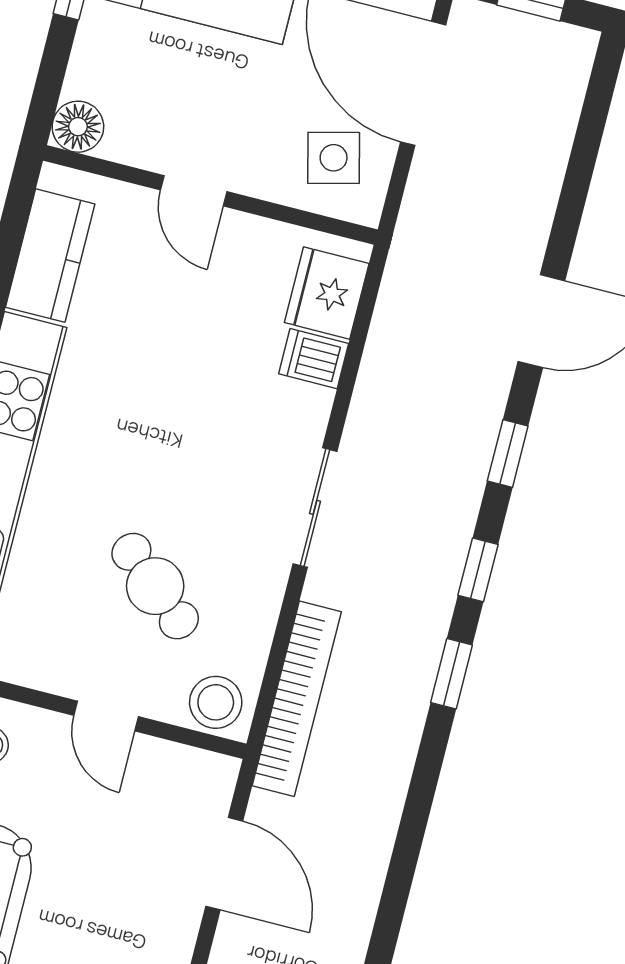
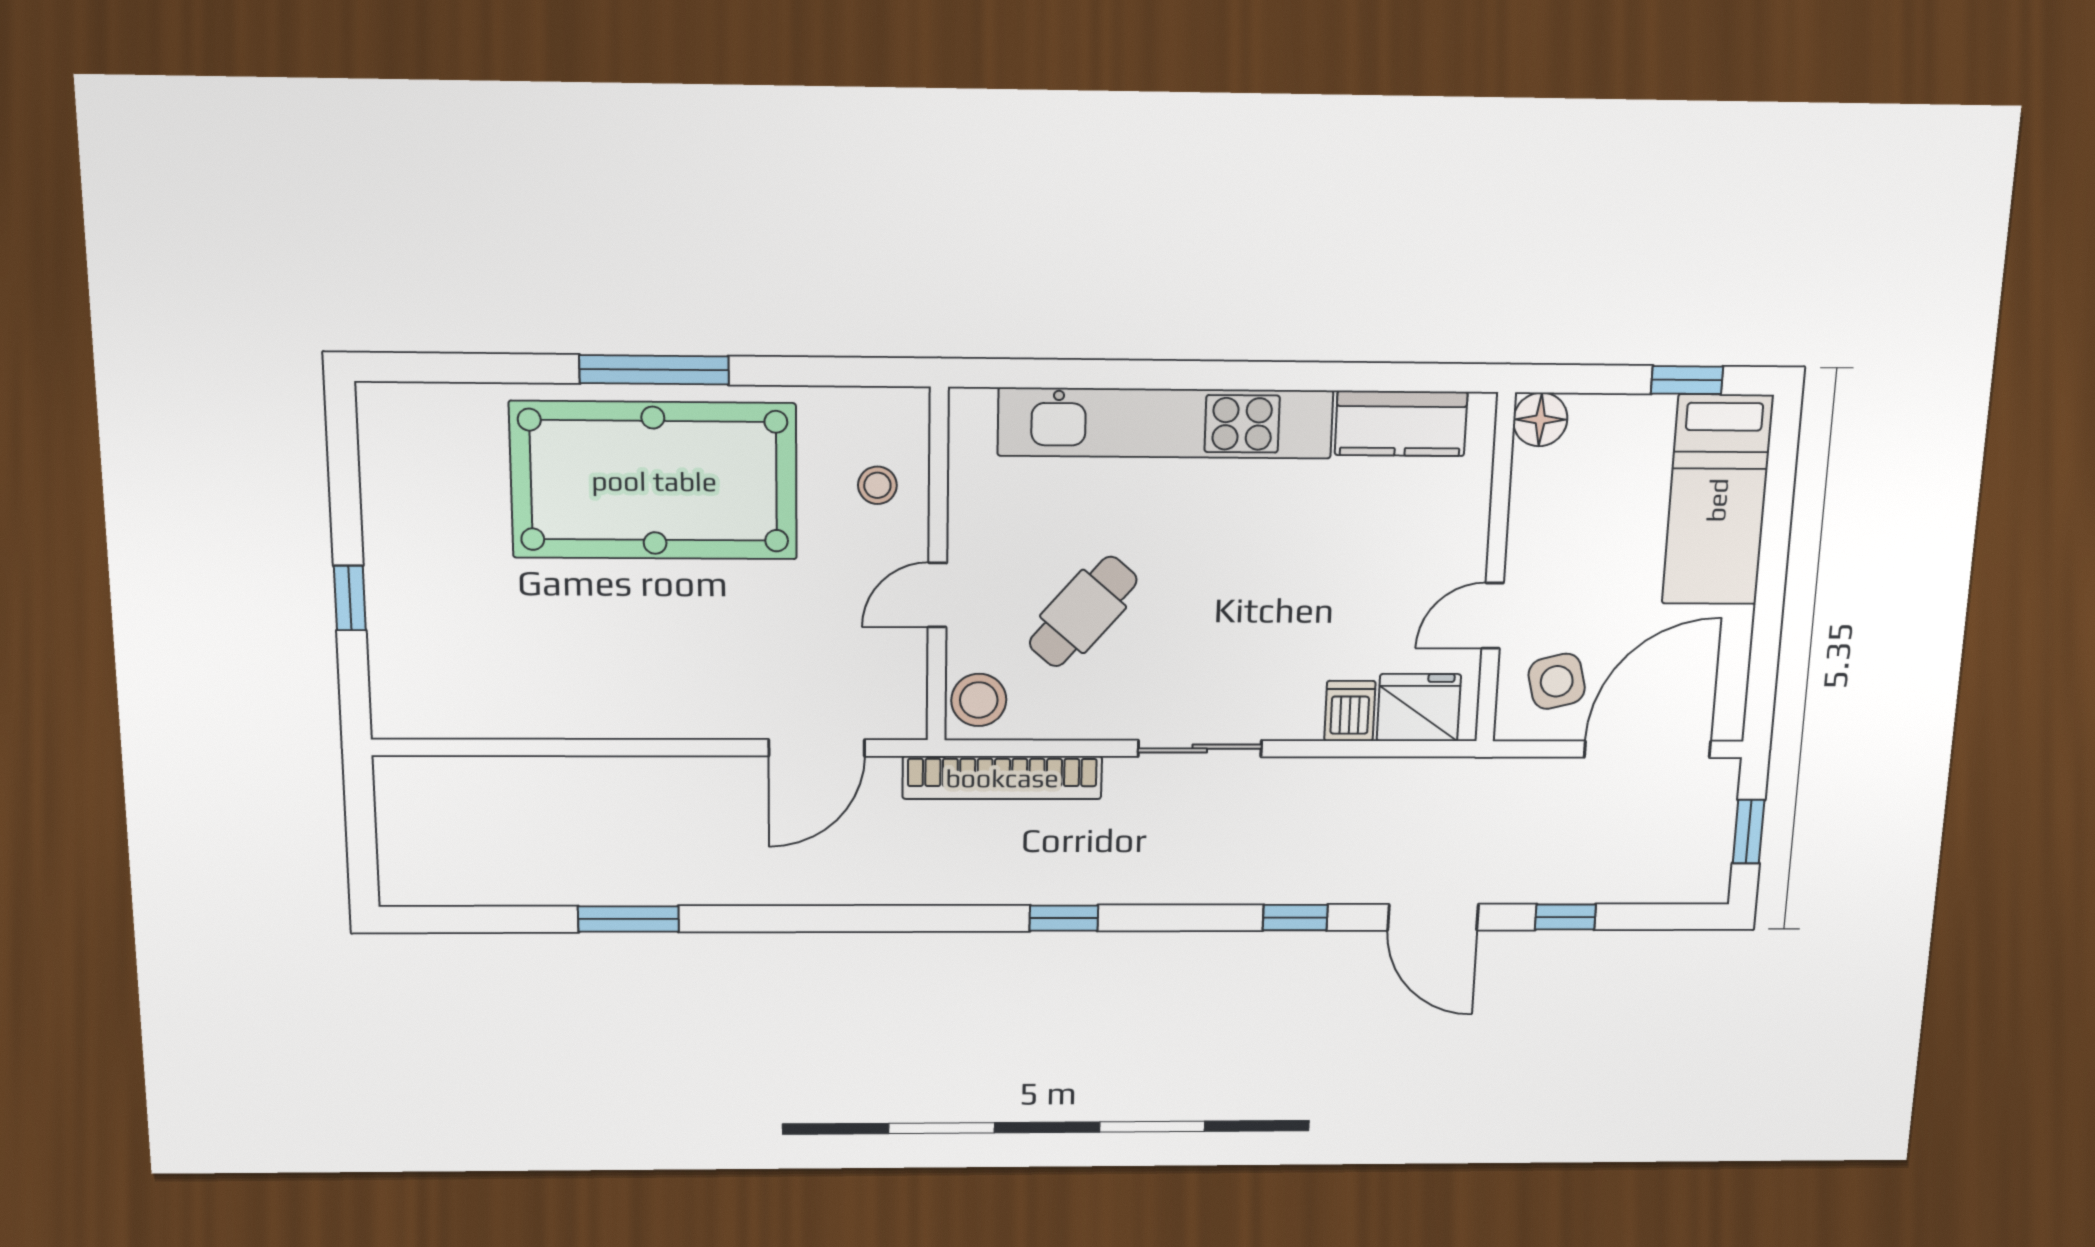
door: (194, 191) -> (1493, 616), moved
window: (478, 570) -> (1565, 917), moved

